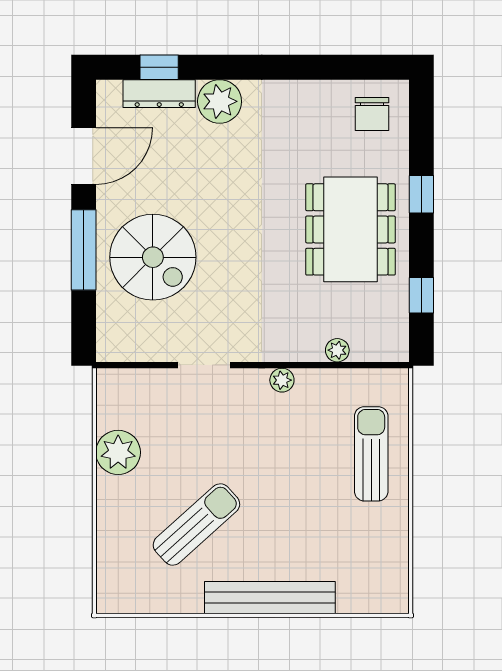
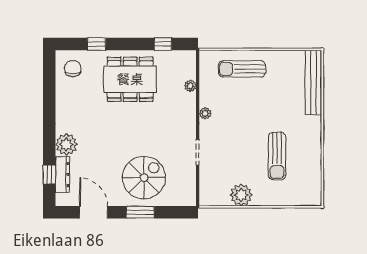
chair: (372, 114) -> (73, 69), turned -90
window: (421, 194) -> (97, 44), moved
window: (84, 250) -> (140, 212), width x0.69
sun lounger: (196, 524) -> (277, 156), turned -138
bench: (270, 598) -> (313, 83), moved

